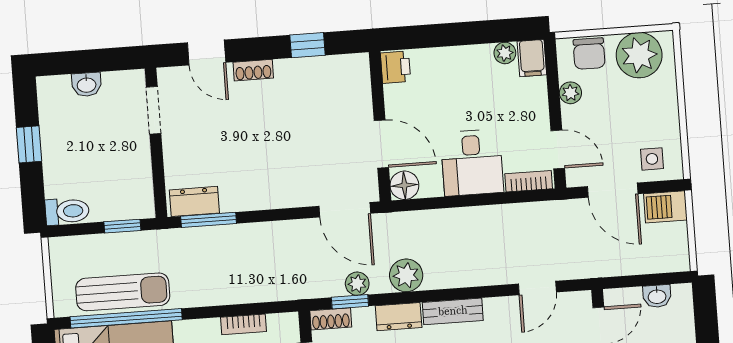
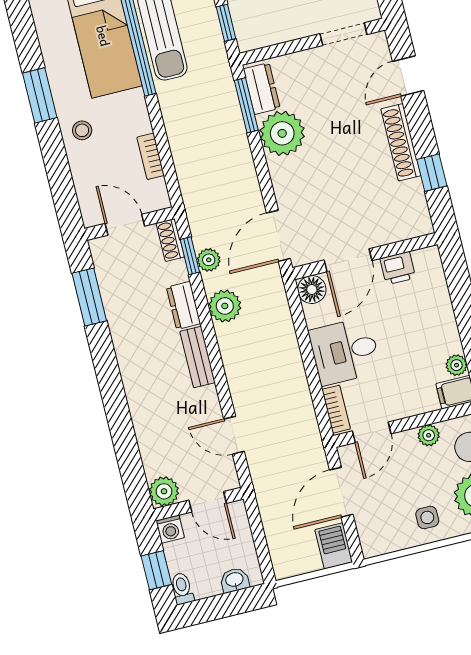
printer: (396, 67) -> (398, 268), moved
shoe rack: (253, 70) -> (401, 142), width x1.94, depth x1.24
side table: (652, 159) -> (427, 517), moved
plant: (243, 188) -> (282, 133), added
washbasin: (657, 296) -> (235, 580), moved, turned 90

